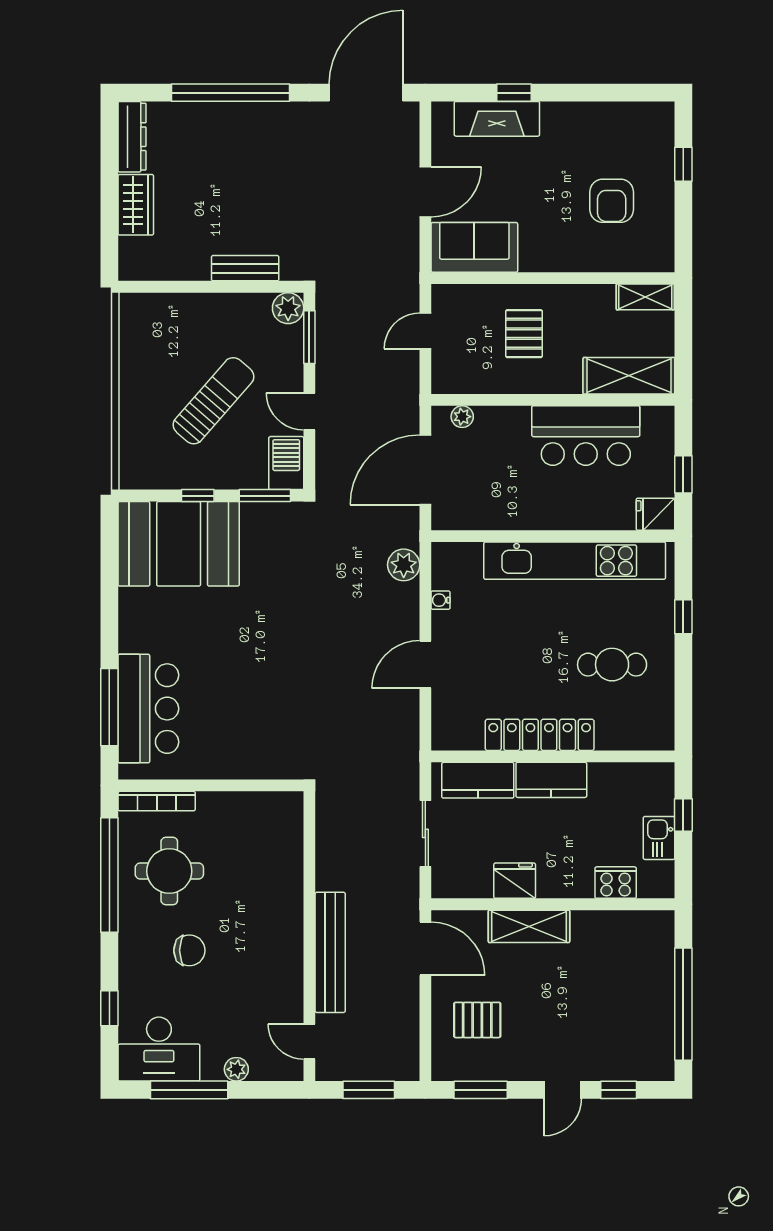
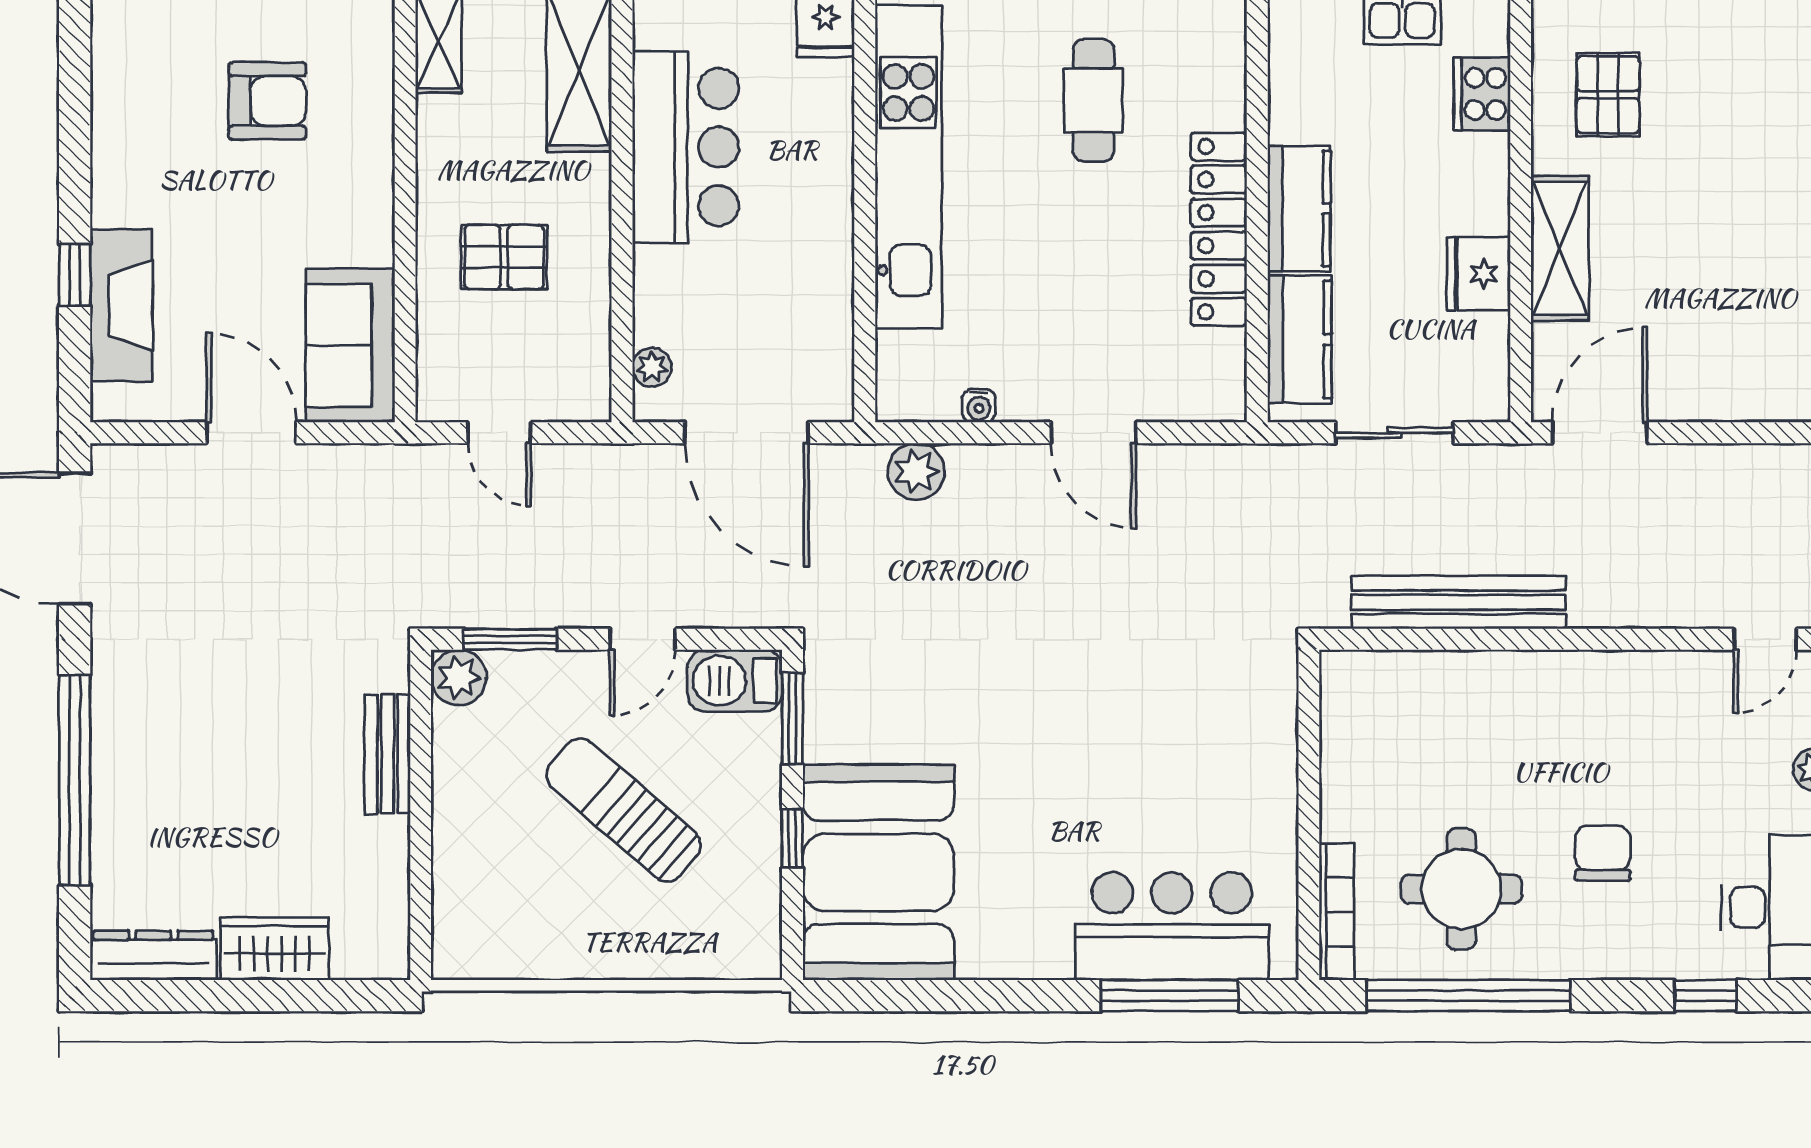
bench: (330, 952) -> (1459, 602), moved
pallet: (477, 1020) -> (1608, 95), moved

